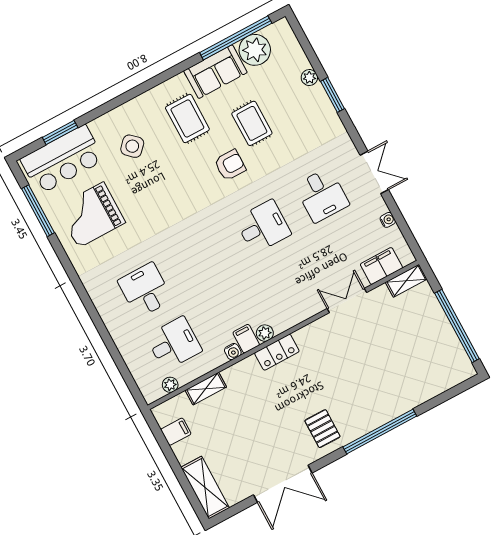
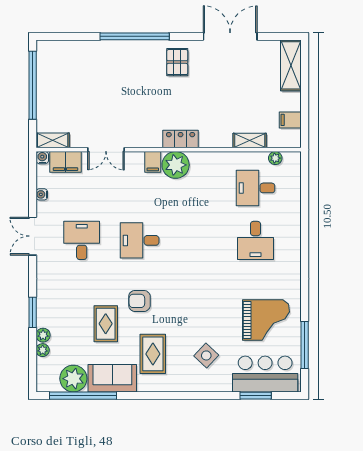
plant: (302, 62) -> (43, 350), added
plant: (265, 333) -> (176, 165), width x1.88, depth x1.88
filing cabinet: (246, 339) -> (153, 162), moved
water cooler: (233, 352) -> (42, 158), moved

